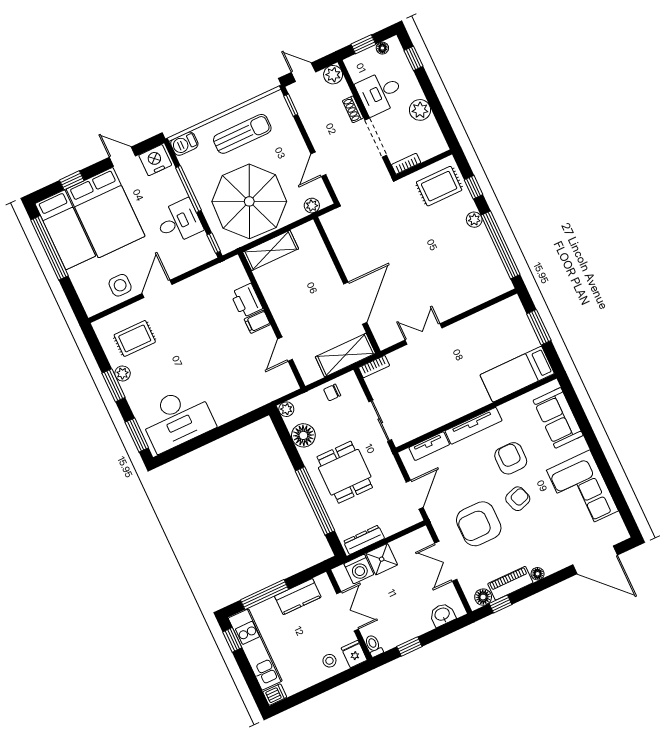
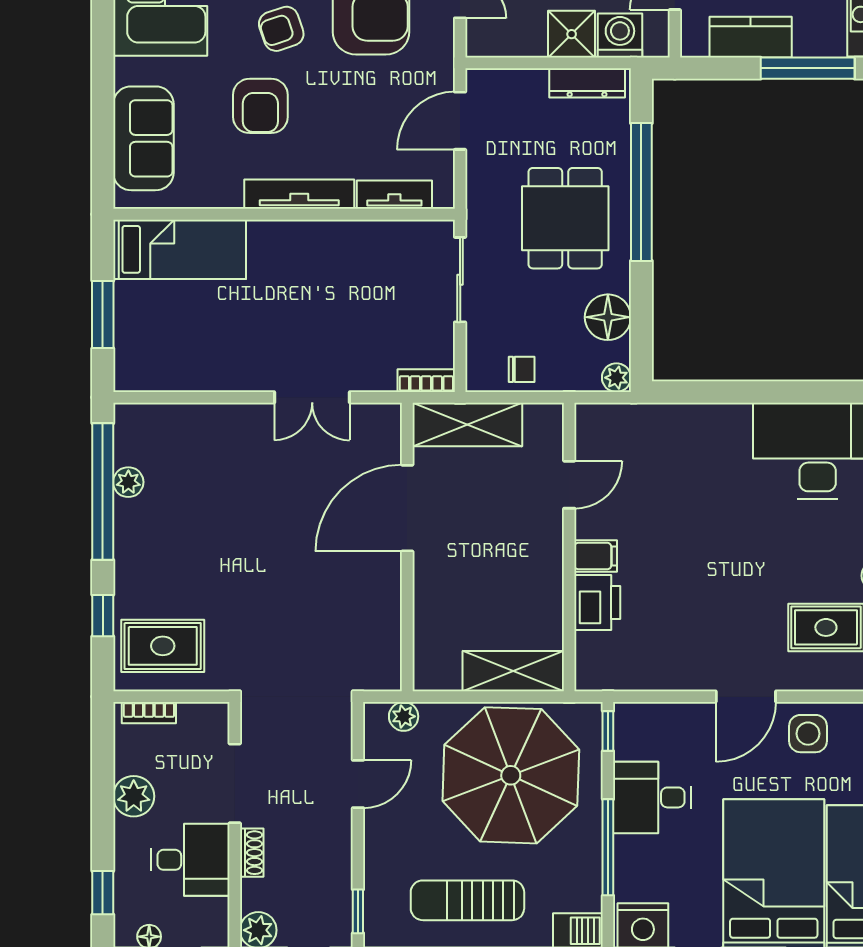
bookcase: (406, 164) -> (149, 713), moved
plant: (474, 220) -> (128, 482), moved

